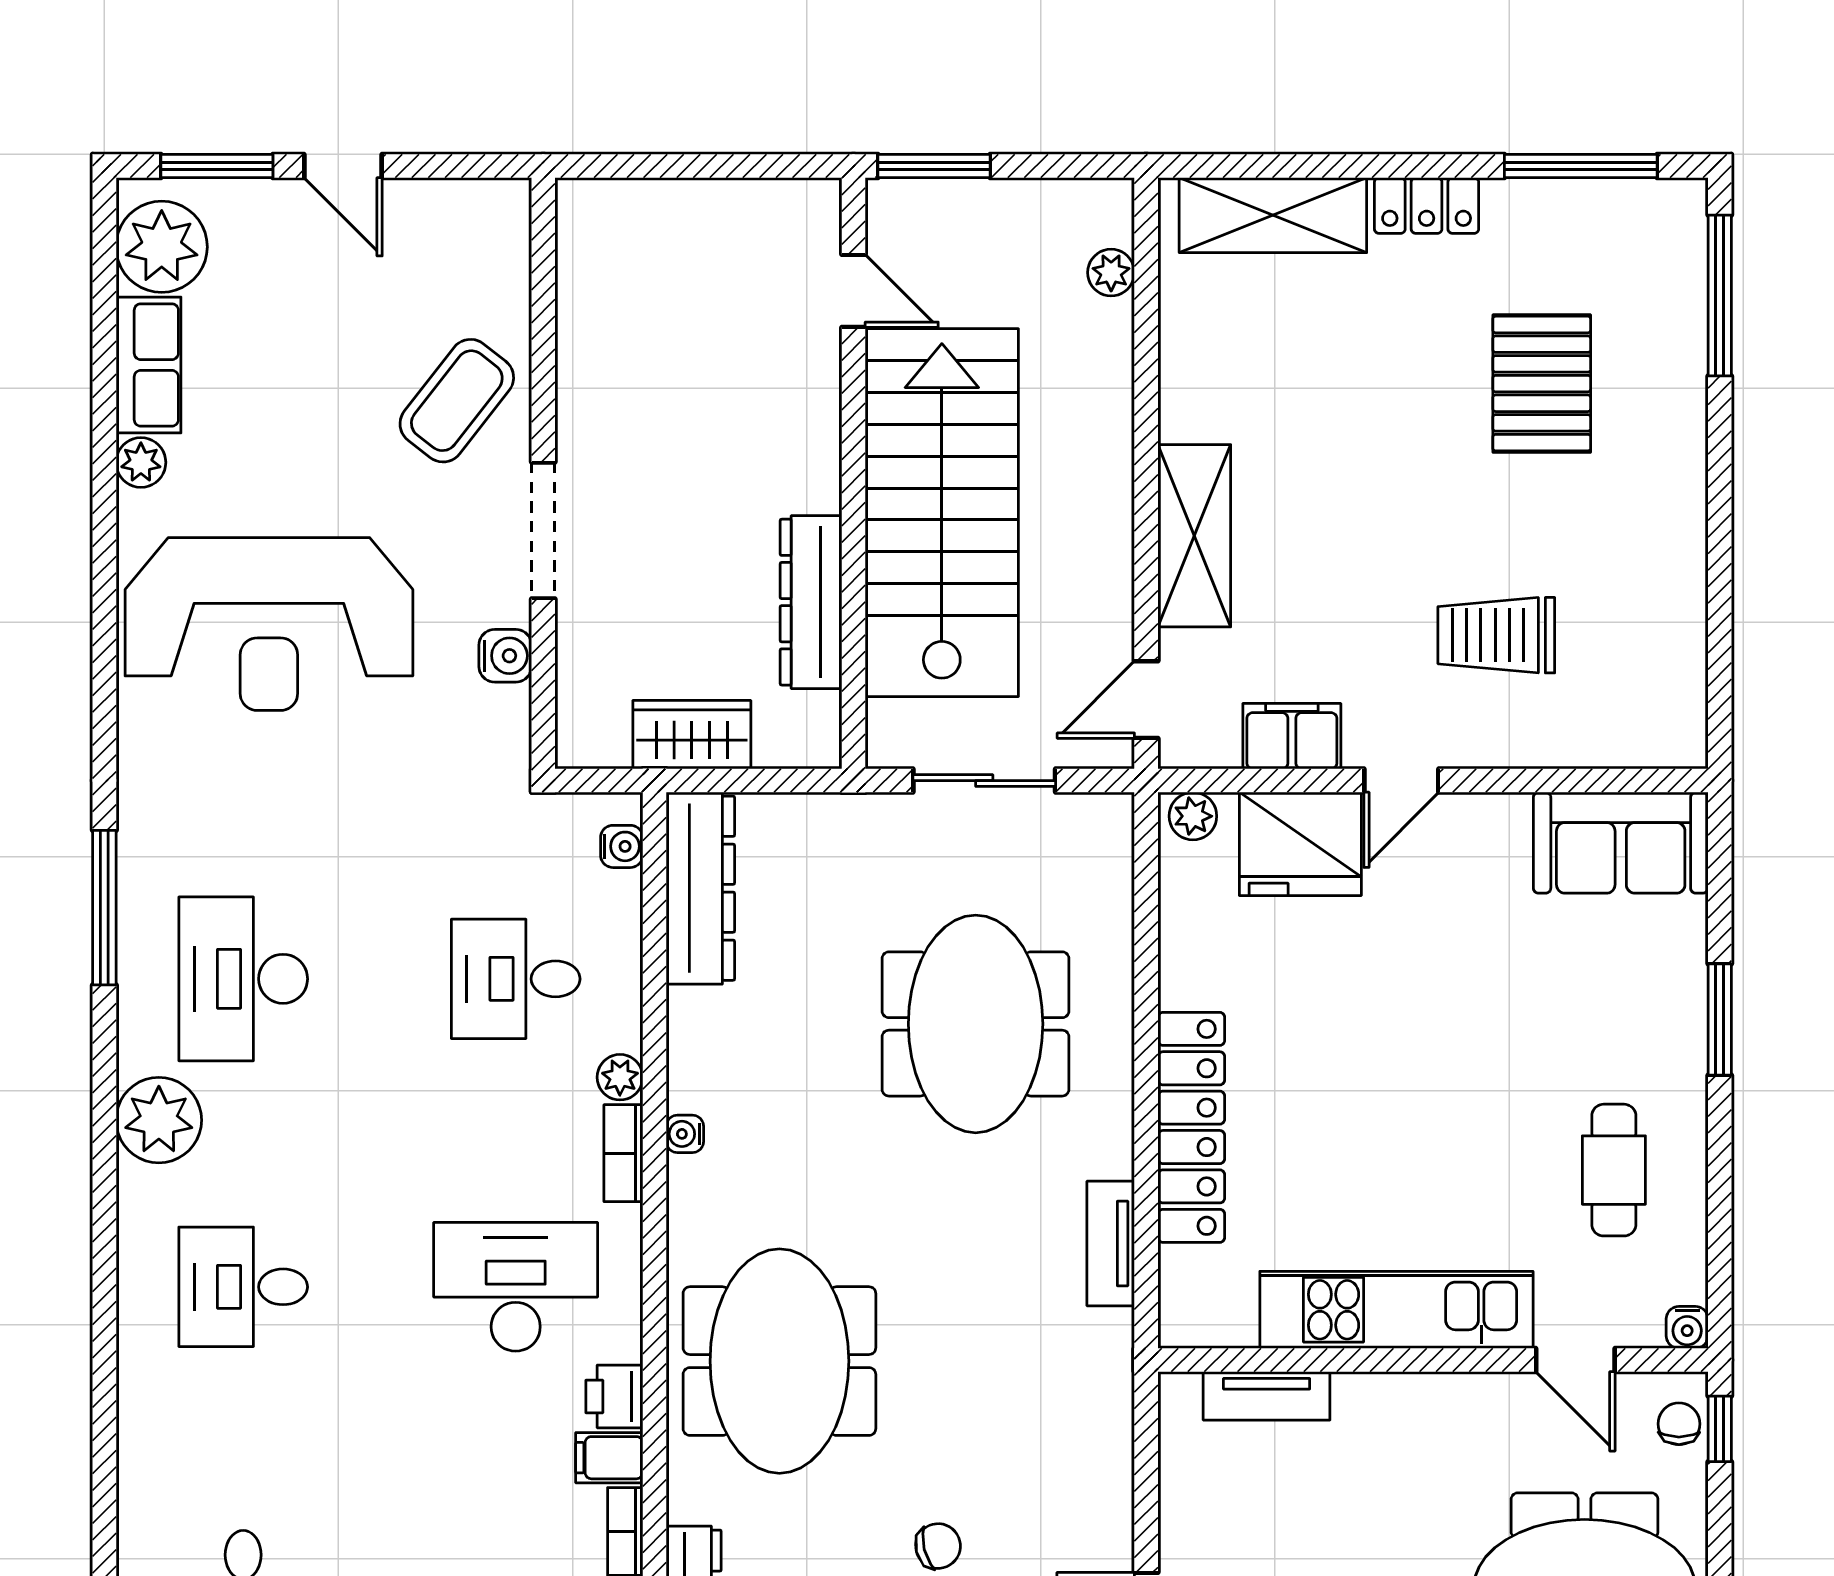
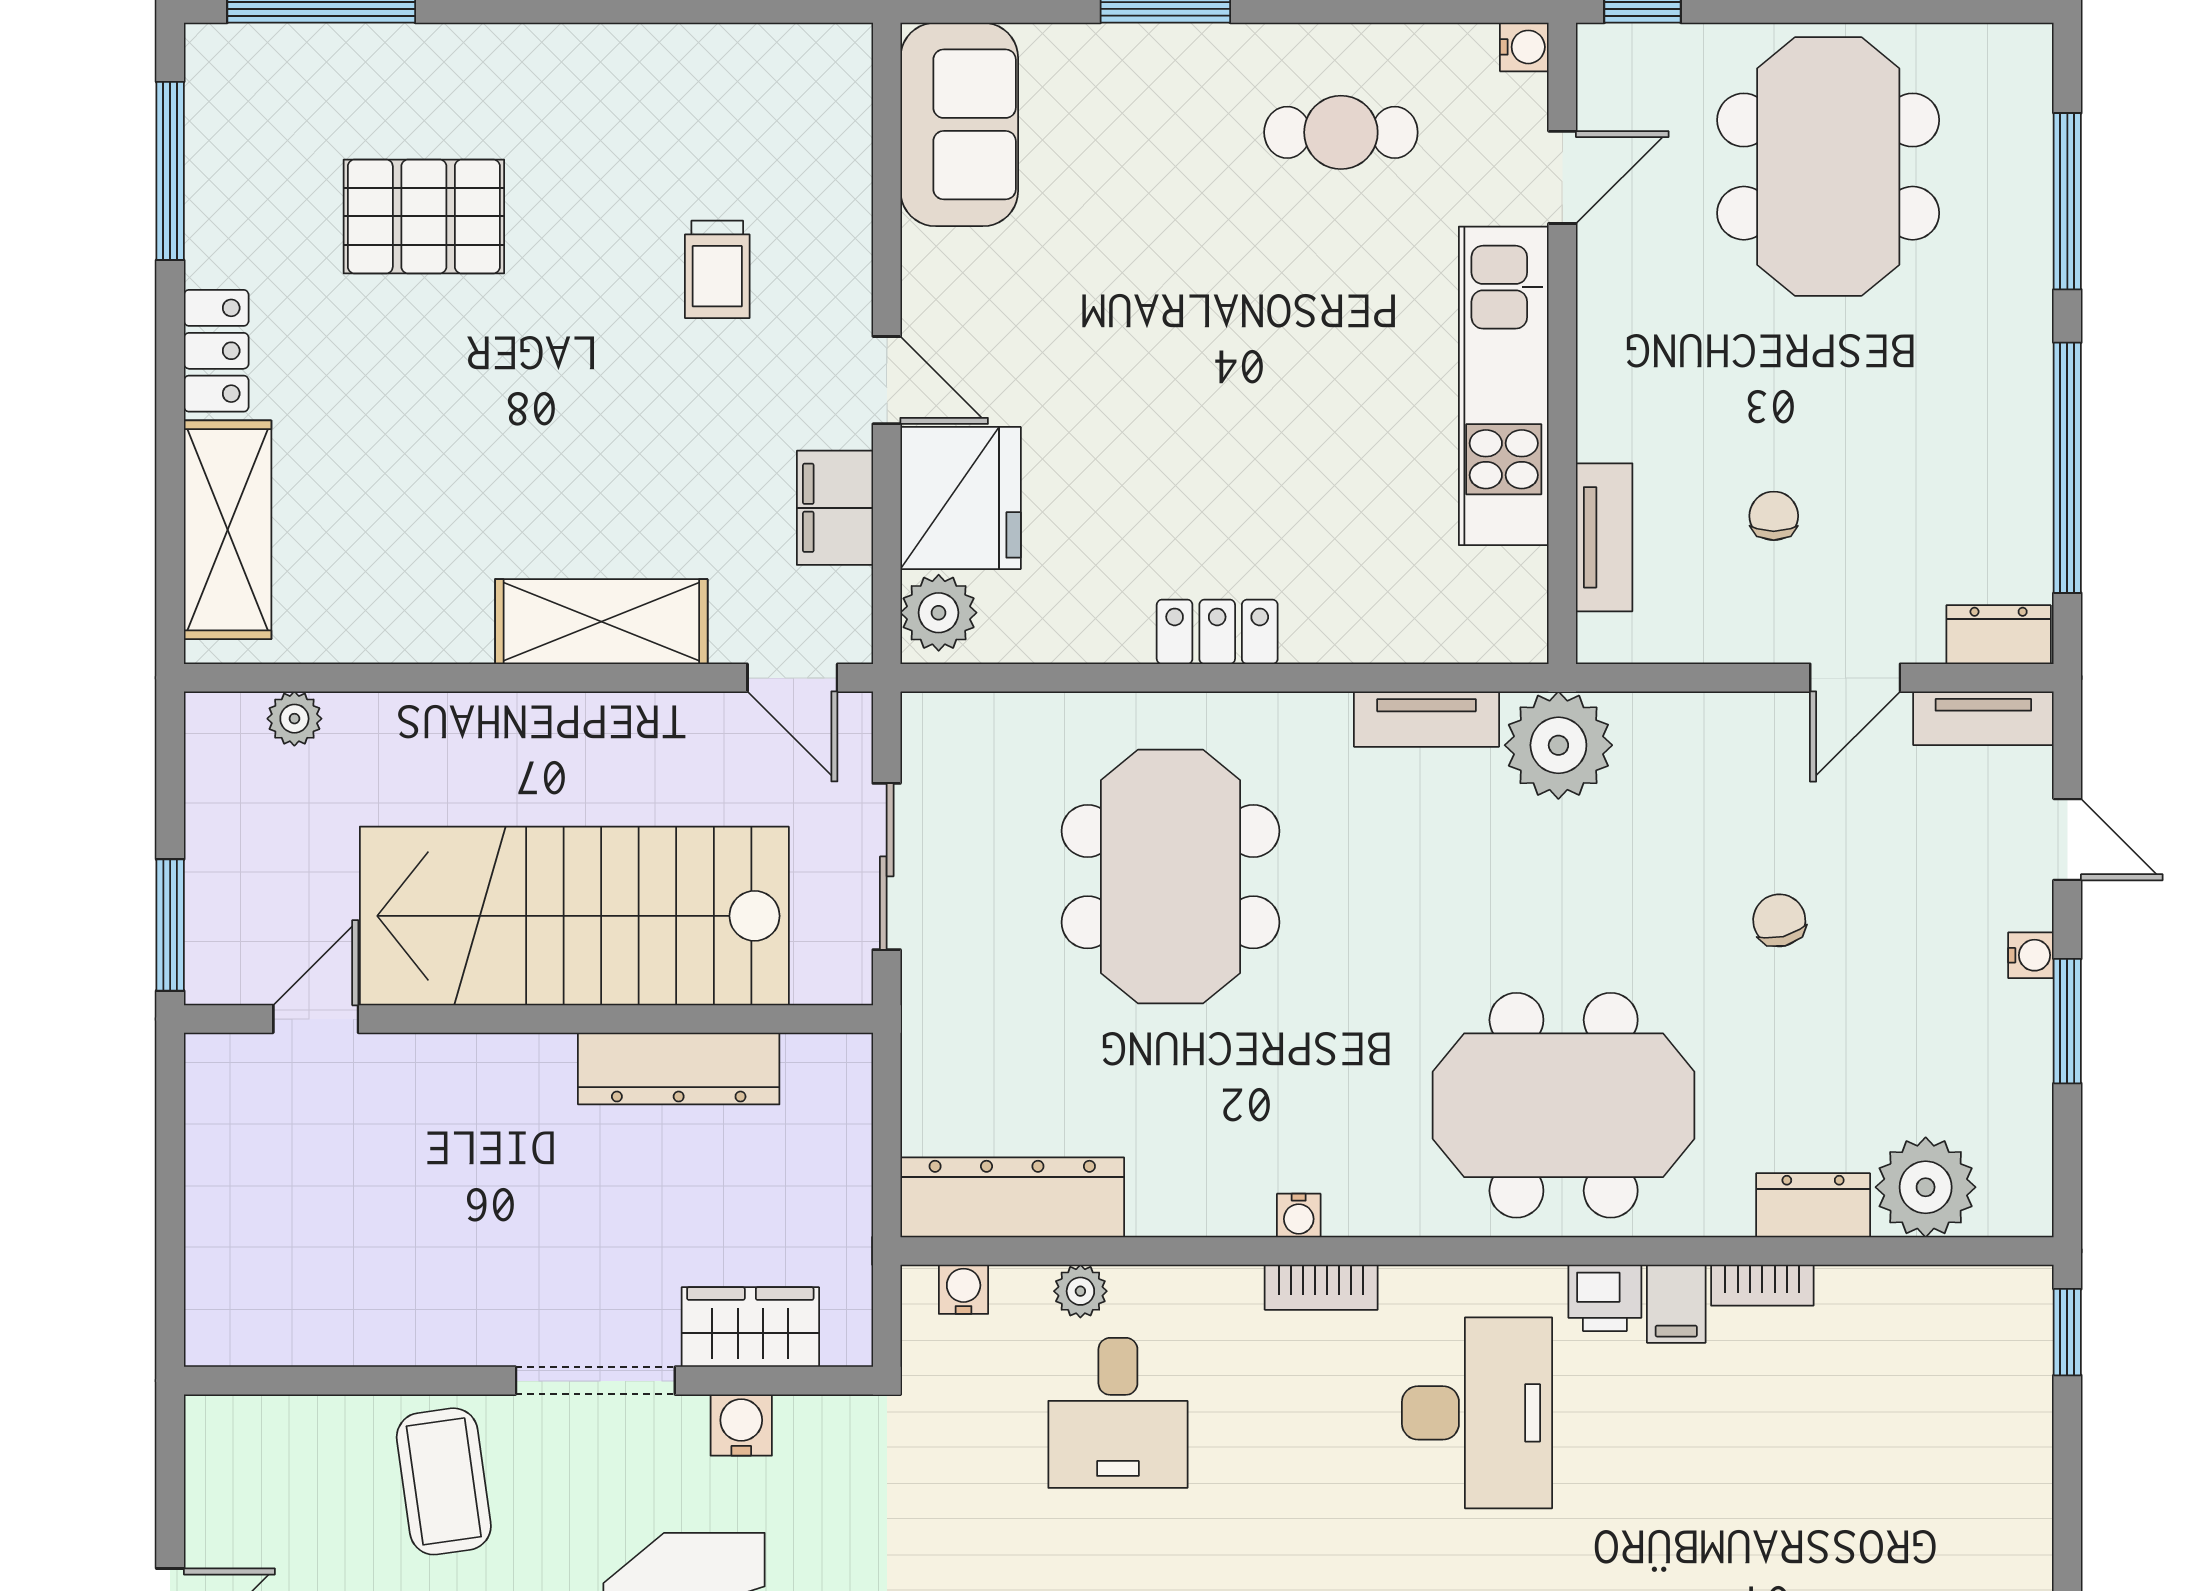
coffee table: (457, 401) -> (444, 1481), turned 44
trolley: (1496, 635) -> (717, 269), width x0.73, depth x0.72
wardrobe: (692, 735) -> (750, 1327), moved, turned 90
plant: (1193, 816) -> (939, 613), width x1.38, depth x1.38
meeting table: (976, 1024) -> (1171, 877), turned 90
plant: (620, 1077) -> (1080, 1291), moved
locker: (1191, 1127) -> (1217, 632), width x0.46, depth x0.83
desk: (516, 1287) -> (1477, 1413), turned 180
plant: (1088, 1357) -> (1558, 745), added
chair: (1679, 1424) -> (1774, 516), moved, turned 90

